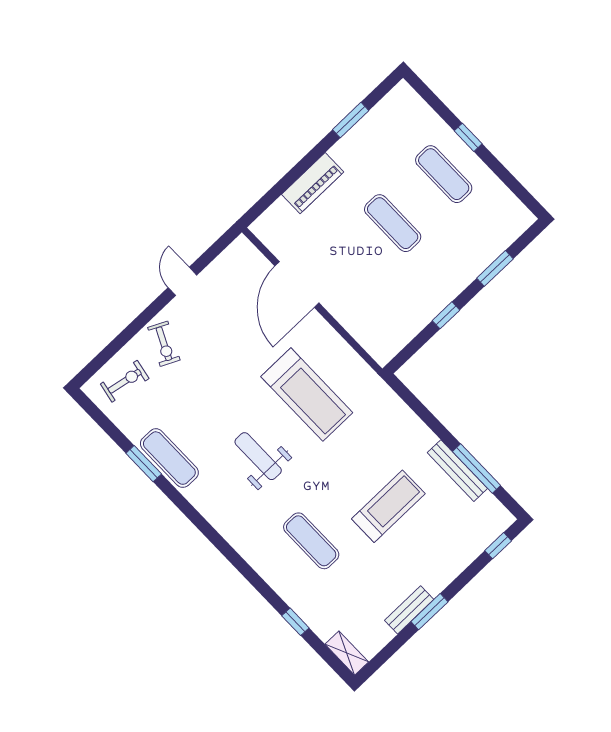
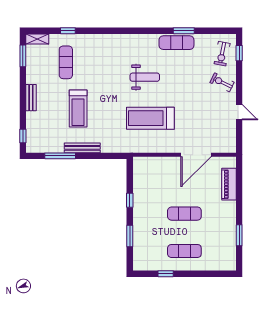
window: (468, 137) -> (166, 274), moved
piano: (313, 183) -> (229, 184), moved
door: (297, 284) -> (196, 155), swing flipped
window: (102, 359) -> (239, 53), added
bench: (457, 471) -> (82, 148), moved
exercise mat: (311, 541) -> (66, 62), moved, turned 90
bench: (409, 610) -> (31, 98), moved
window: (429, 612) -> (23, 56), moved

